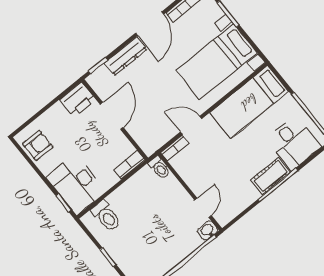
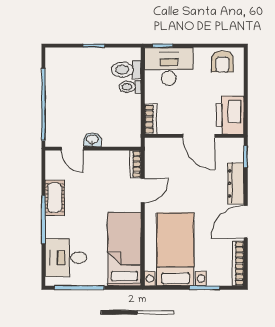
door: (150, 24) -> (246, 222), hinge flipped
printer: (78, 100) -> (230, 115), width x1.37, depth x1.19
toilet: (159, 168) -> (130, 87), moved
cot: (270, 176) -> (55, 198), moved
washbasin: (208, 231) -> (92, 140), moved, turned -90

